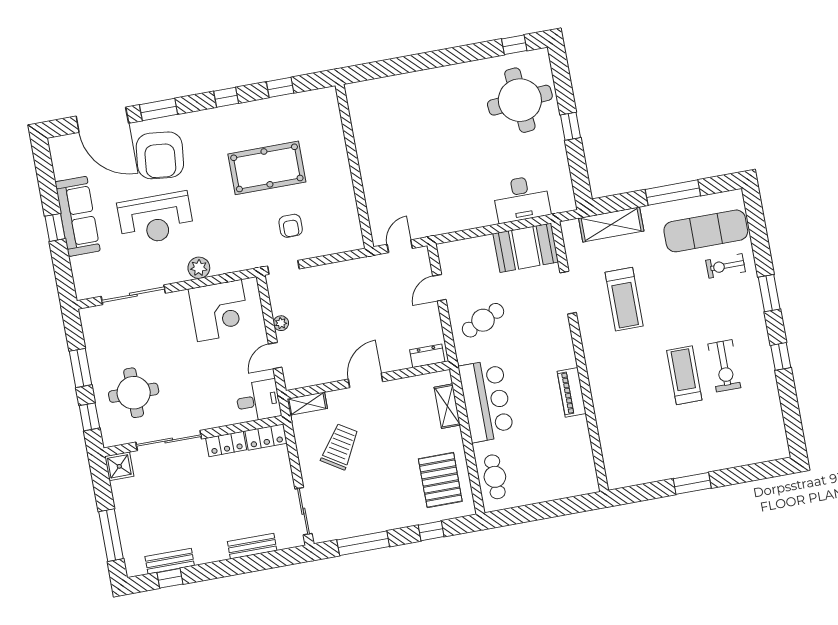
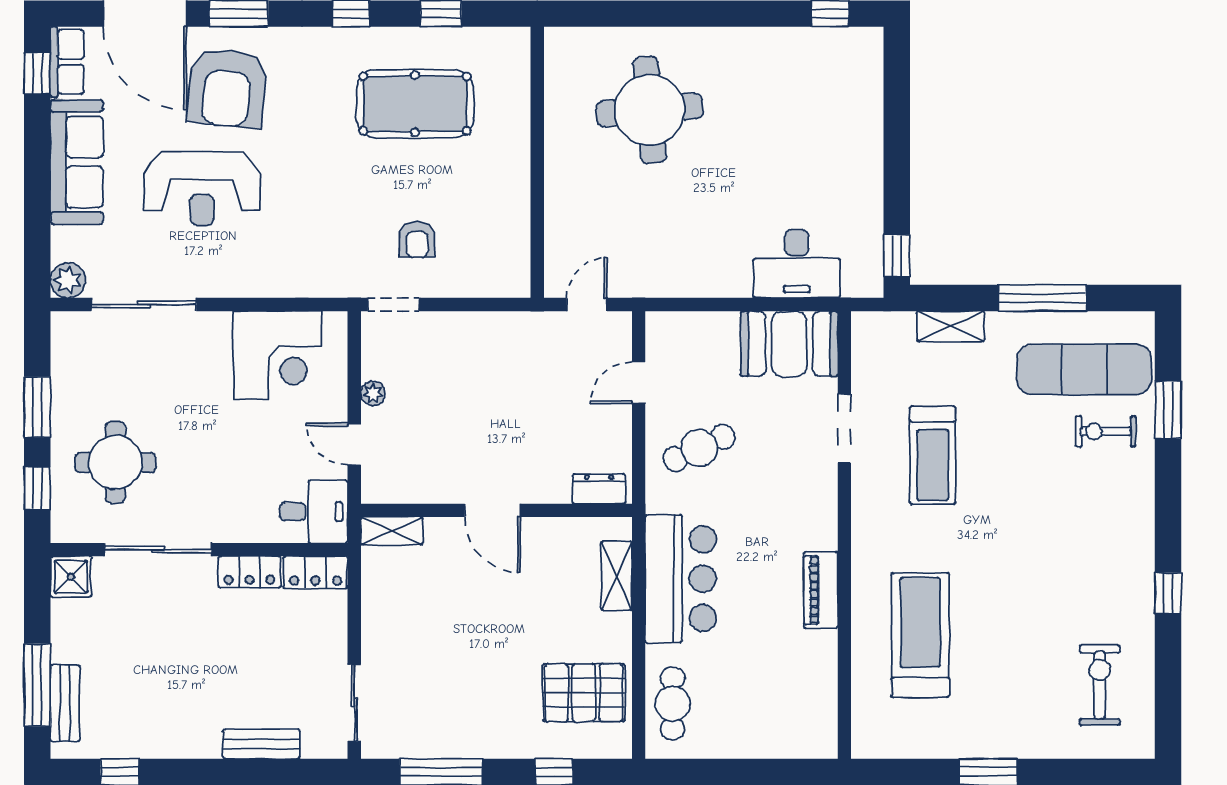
round table: (520, 100) -> (649, 110), moved
window: (570, 126) -> (897, 256), moved
row of seats: (61, 157) -> (67, 62), added
pool table: (267, 168) -> (415, 104), moved
shelving: (611, 224) -> (951, 326), width x0.67, depth x0.75
window: (55, 227) -> (37, 73), moved
plant: (199, 268) -> (68, 280), moved
window: (769, 293) -> (1168, 410), moved
door: (275, 356) -> (354, 444), hinge flipped
exercise bike: (724, 366) -> (1100, 685), moved, turned 180
treadmill: (684, 375) -> (920, 635), moved, width x1.37, depth x1.38
door: (366, 380) -> (492, 510), swing flipped
trolley: (340, 447) -> (432, 610), removed
pallet: (440, 480) -> (584, 693), turned 90
bench: (170, 561) -> (65, 703), moved, turned 90

